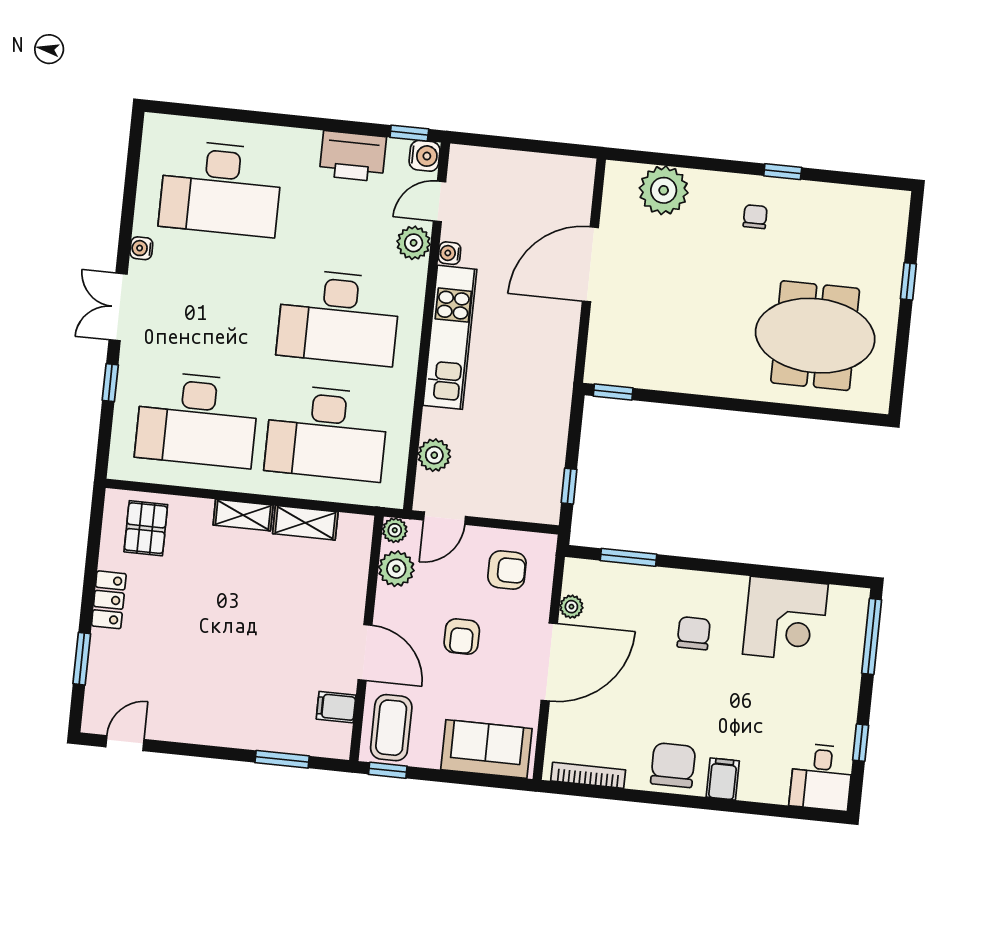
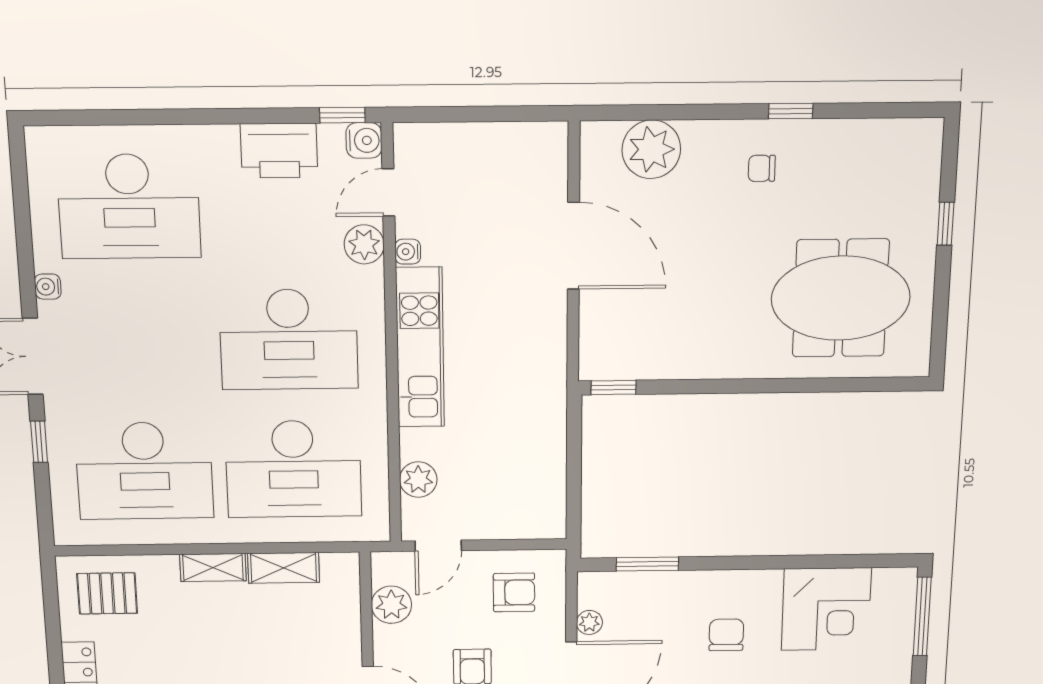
chair: (755, 217) -> (762, 168), turned -90
door: (590, 264) -> (573, 246), swing flipped
window: (569, 486) -> (574, 496), removed
pallet: (146, 528) -> (107, 593), turned 90
plant: (395, 530) -> (384, 565), removed

